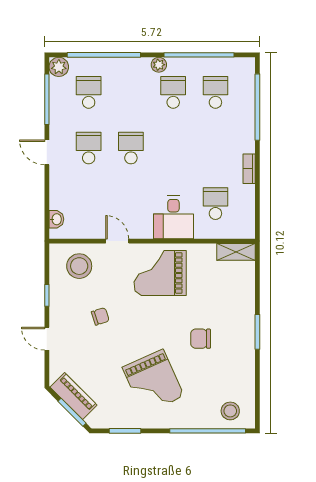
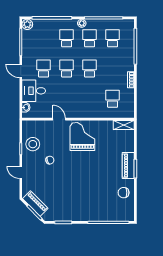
school desk: (89, 92) -> (67, 38), moved
school desk: (173, 148) -> (90, 69), added
desk: (173, 217) -> (34, 91), moved, turned 90
stool: (79, 266) -> (33, 144), moved
grand piano: (160, 273) -> (82, 137), turned 90
piano: (244, 326) -> (128, 166), added
chair: (201, 339) -> (124, 193), moved
grand piano: (153, 382) -> (79, 196), removed
stool: (230, 411) -> (121, 212), removed

